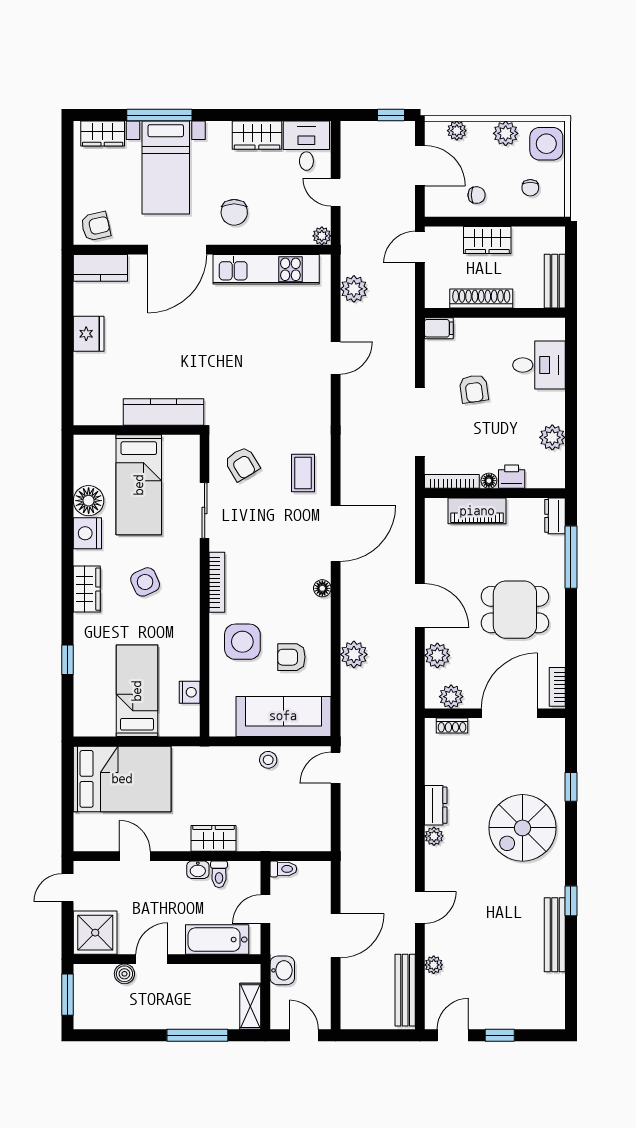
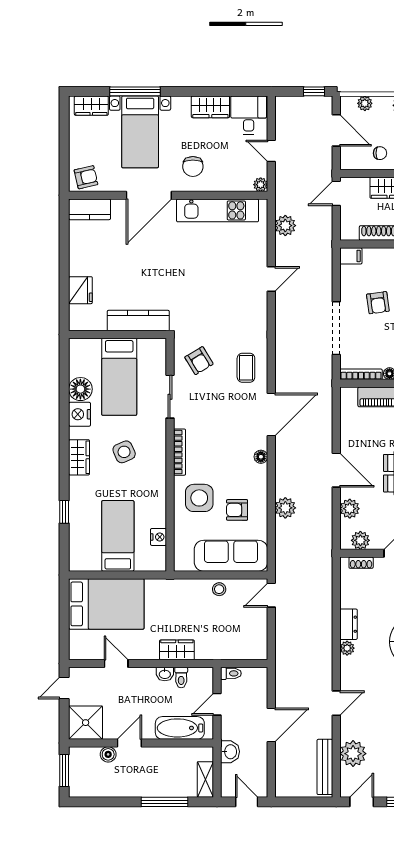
fridge: (89, 334) -> (80, 290), moved
plant: (434, 965) -> (353, 754), width x1.88, depth x1.88

